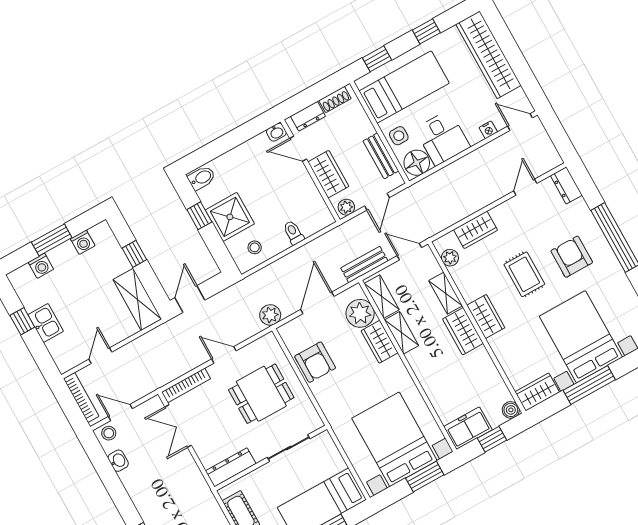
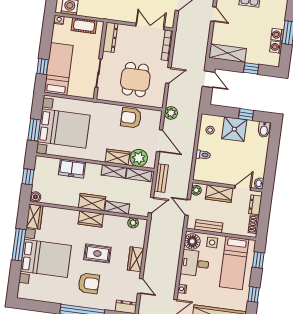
wardrobe: (476, 230) -> (136, 259), moved
washing machine: (41, 266) -> (277, 35), moved
freezer: (468, 428) -> (72, 168), moved, turned 90

